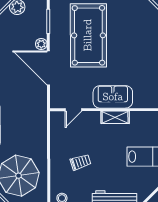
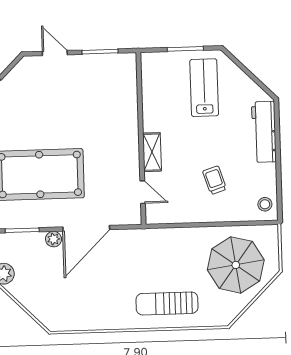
sofa: (113, 97) -> (123, 138), removed
shelving: (115, 117) -> (152, 152), moved

